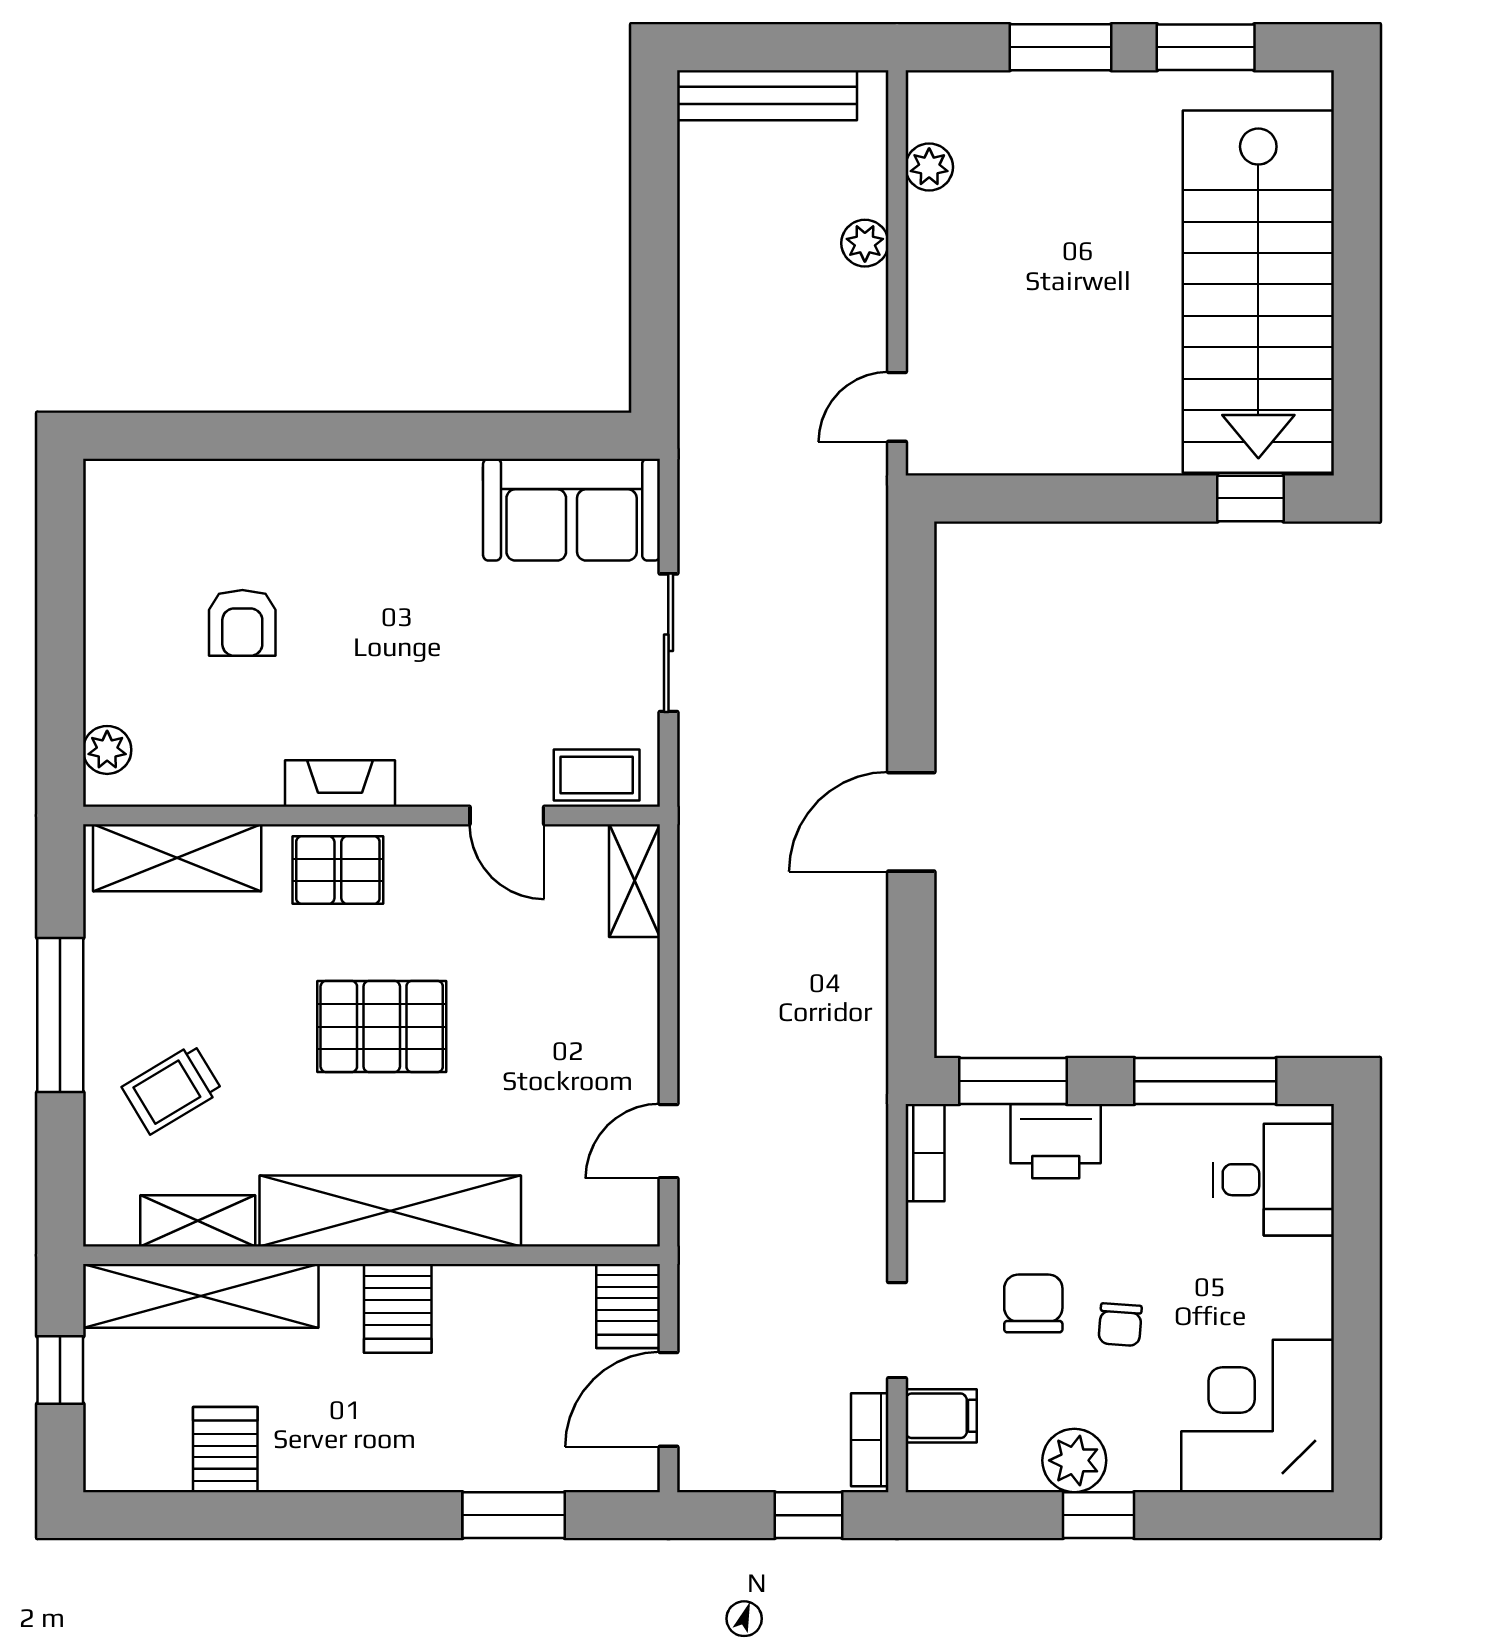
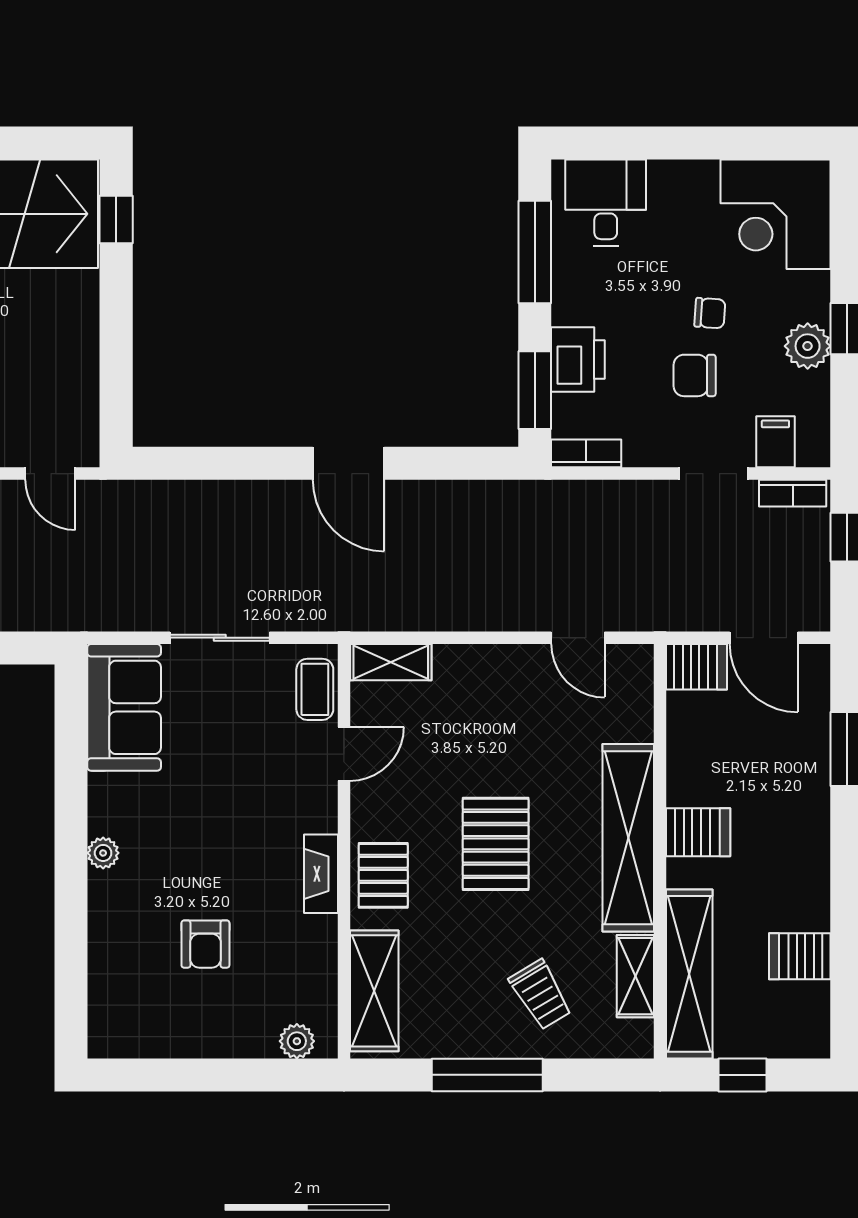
plant: (369, 480) -> (103, 853), added
armchair: (242, 623) -> (205, 944), turned 90

